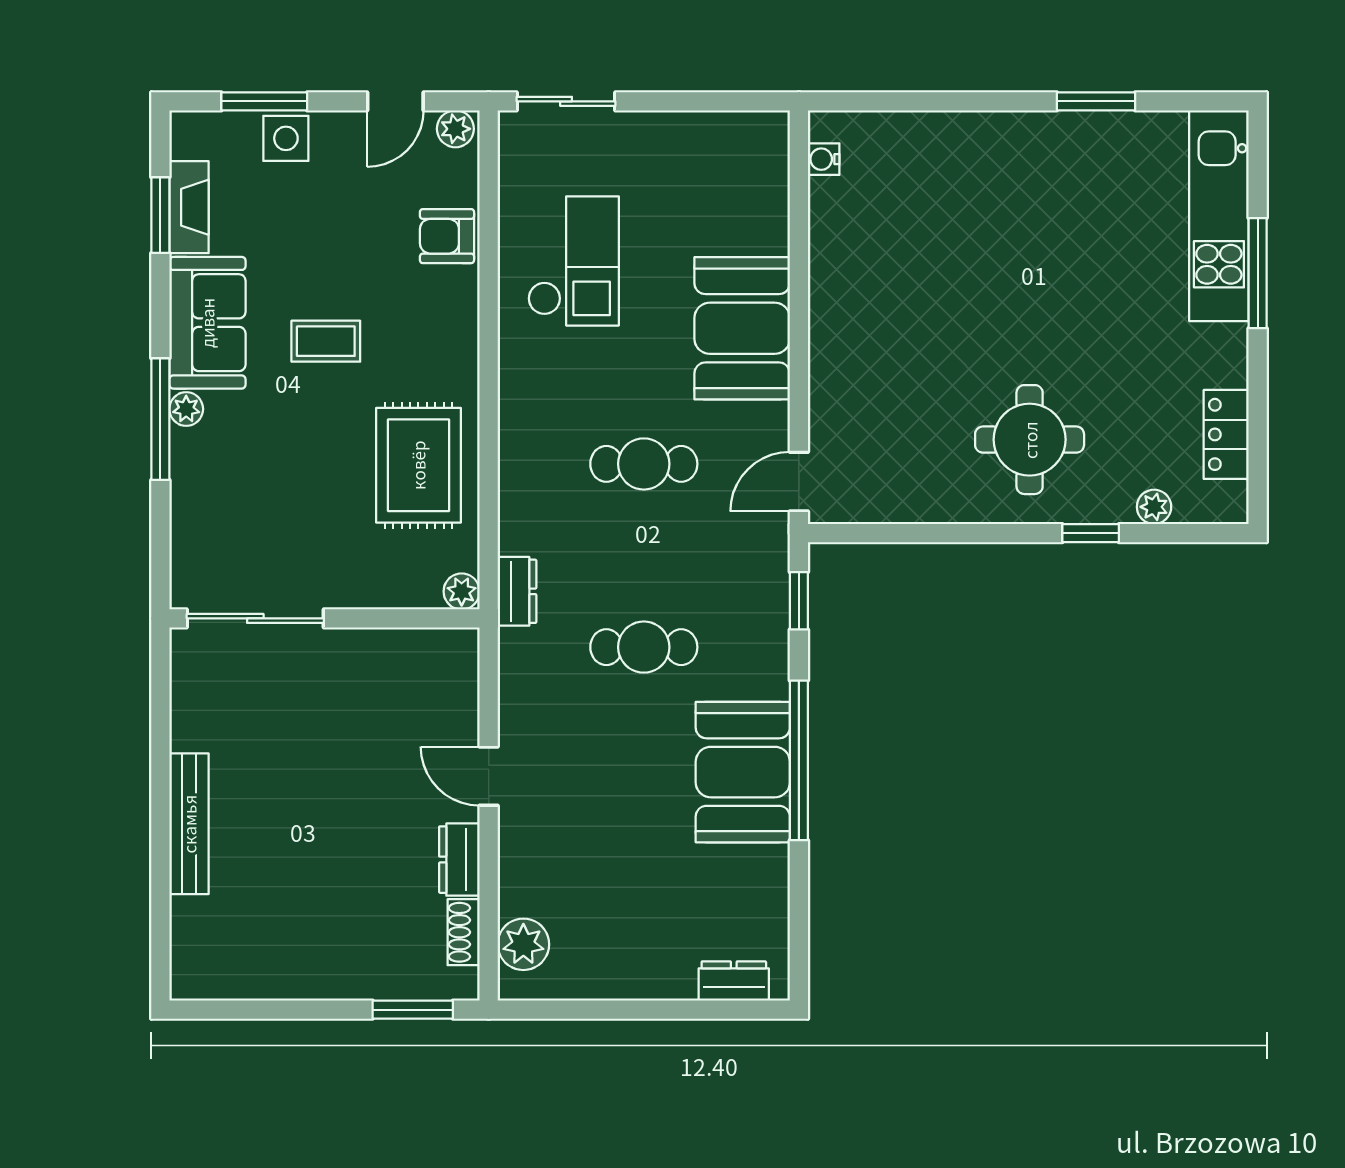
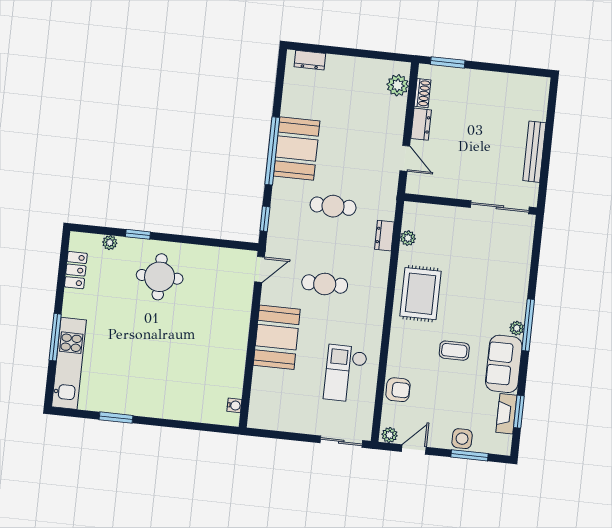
sliding door: (255, 618) -> (500, 207), moved
wall: (324, 618) -> (470, 204), moved

